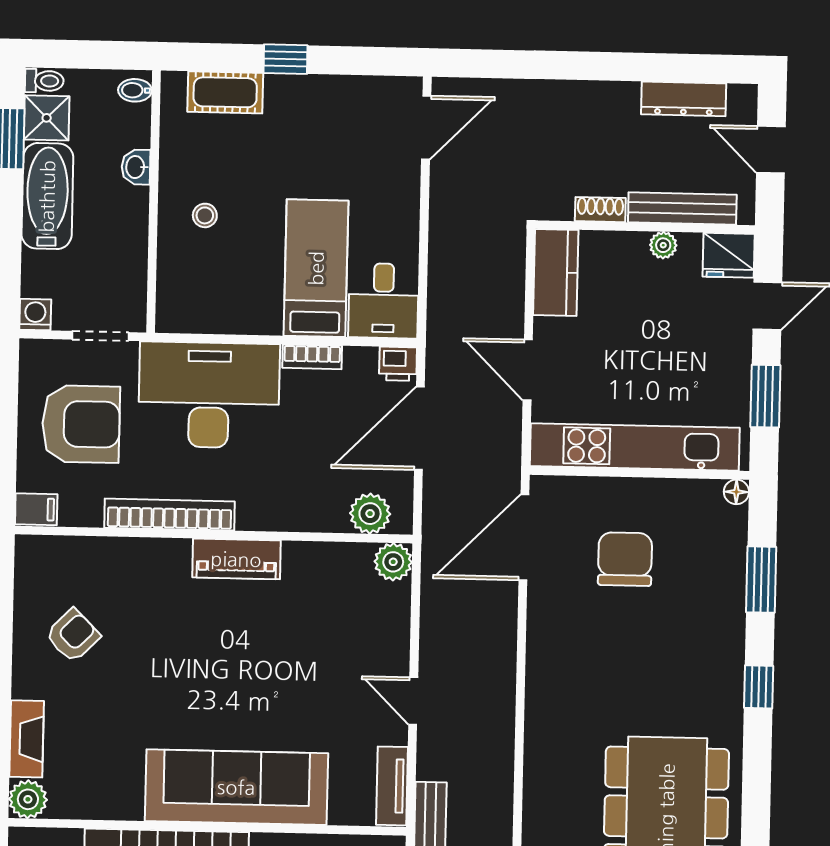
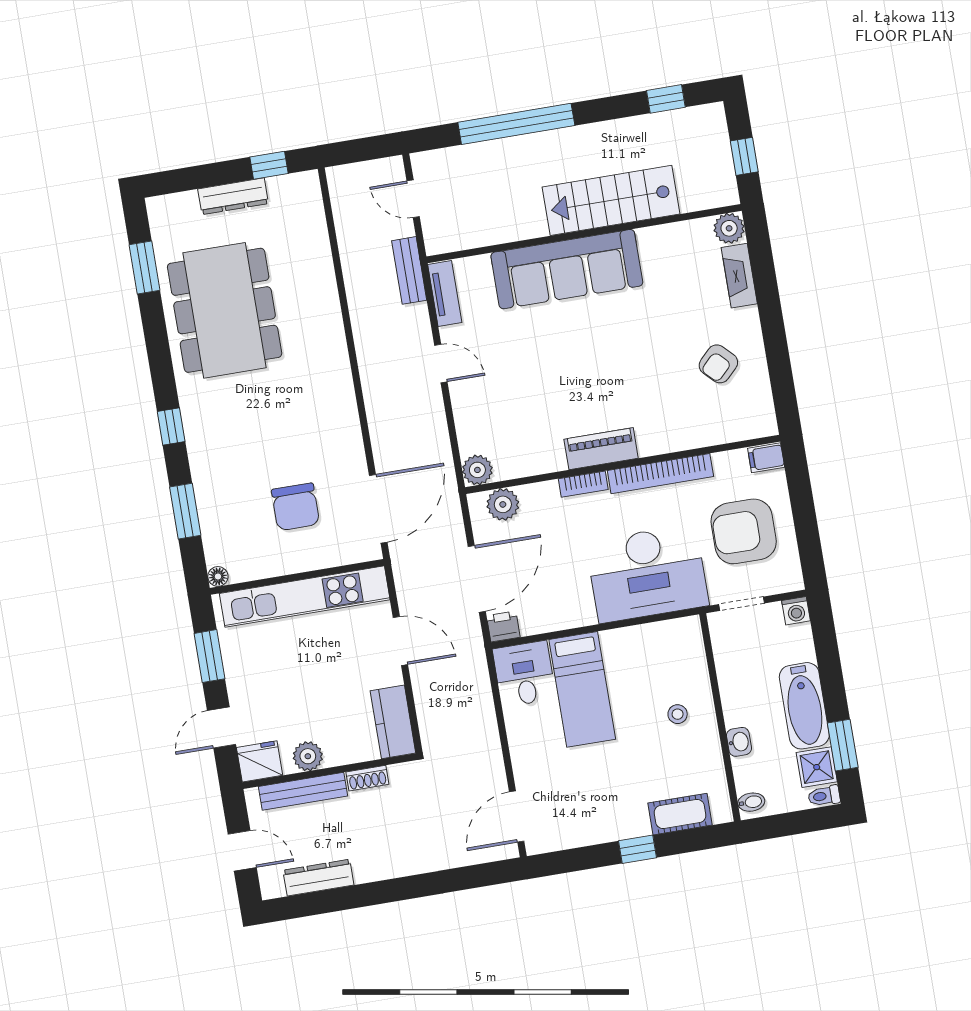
plant: (663, 245) -> (308, 756), width x1.38, depth x1.38
bookcase: (312, 357) -> (583, 484), moved, turned 180

